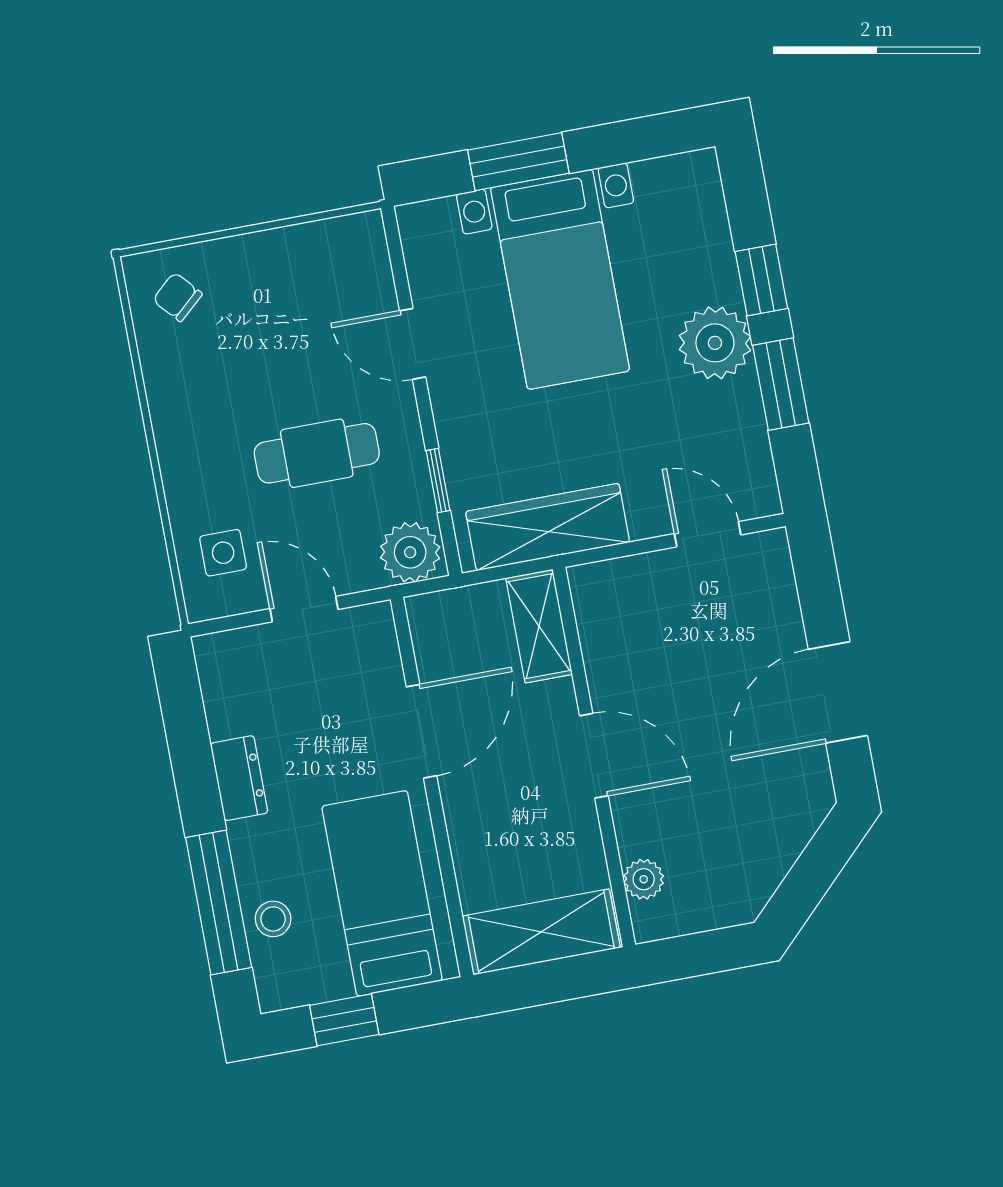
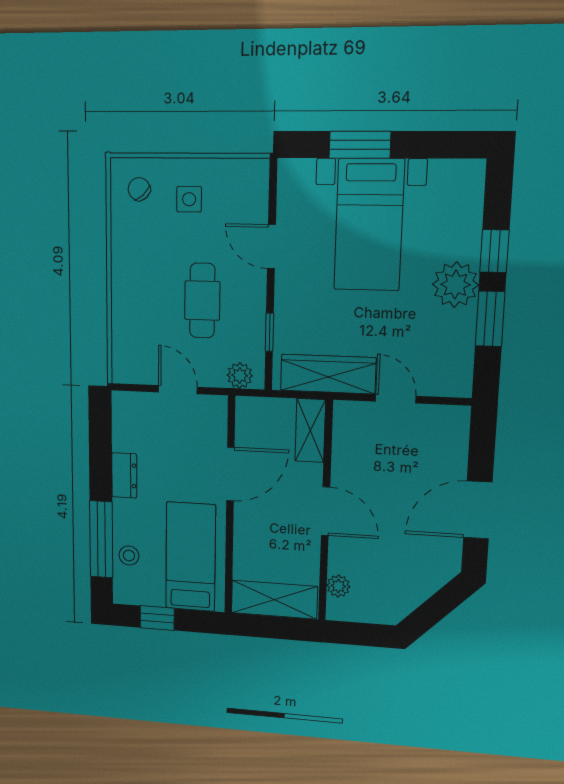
cafe table: (317, 453) -> (202, 301), turned 90
door: (708, 534) -> (396, 399), moved
plant: (410, 552) -> (240, 375), width x0.73, depth x0.73
side table: (223, 553) -> (189, 199), moved

